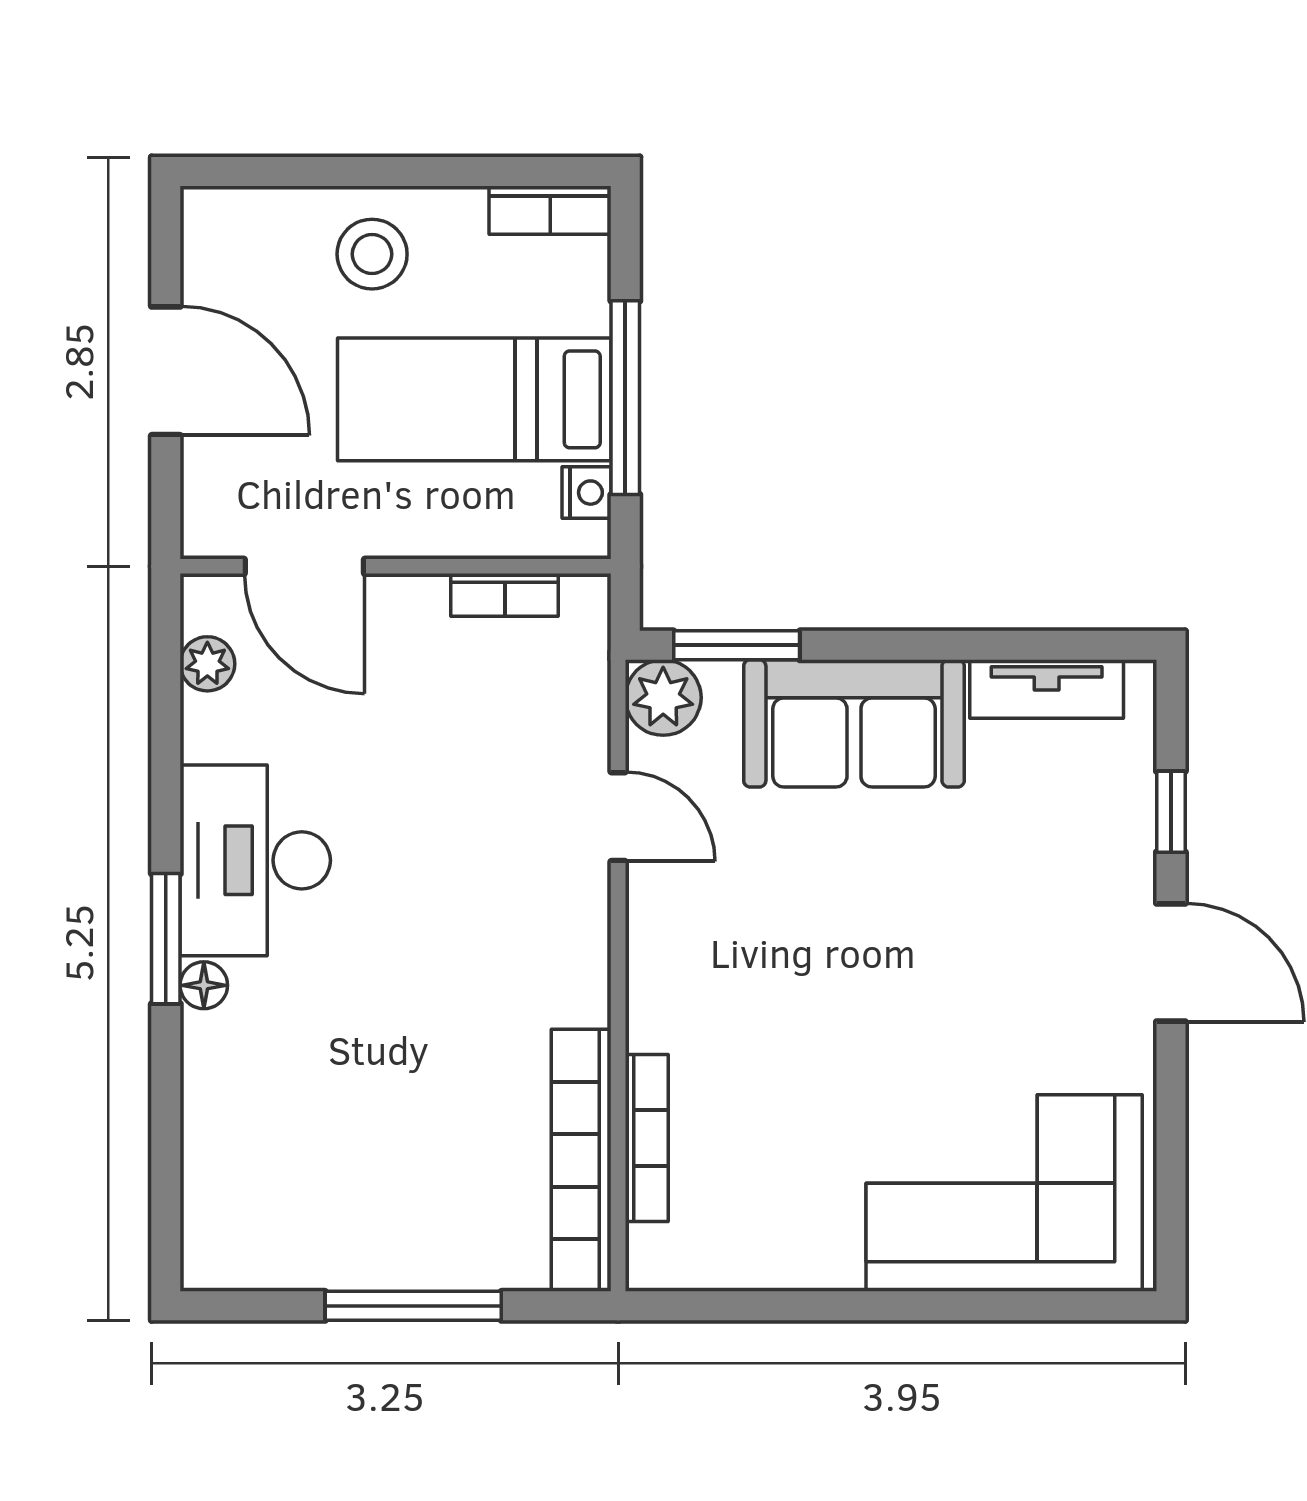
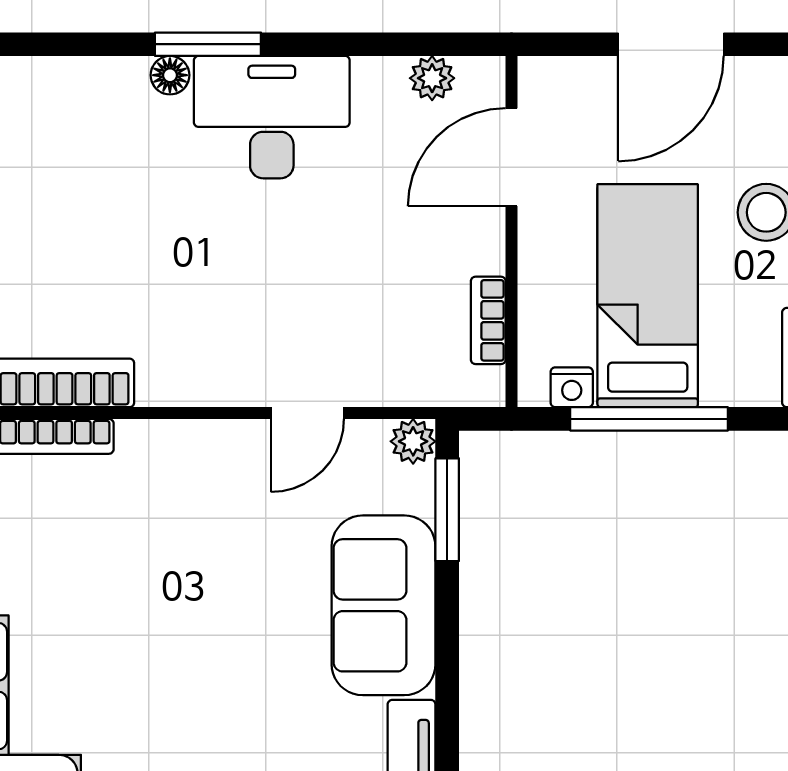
plant: (663, 698) -> (413, 441), width x0.73, depth x0.73

